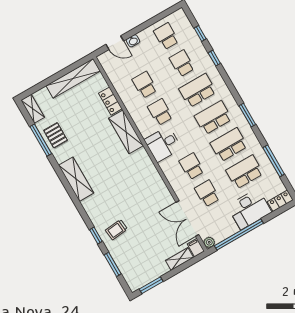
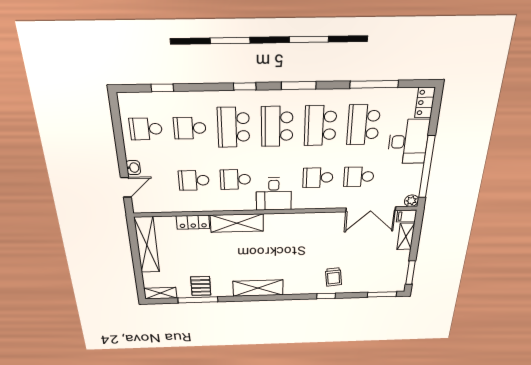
window: (214, 58) -> (245, 86), moved
pallet: (56, 135) -> (201, 286), turned 90
window: (113, 264) -> (382, 294), moved

